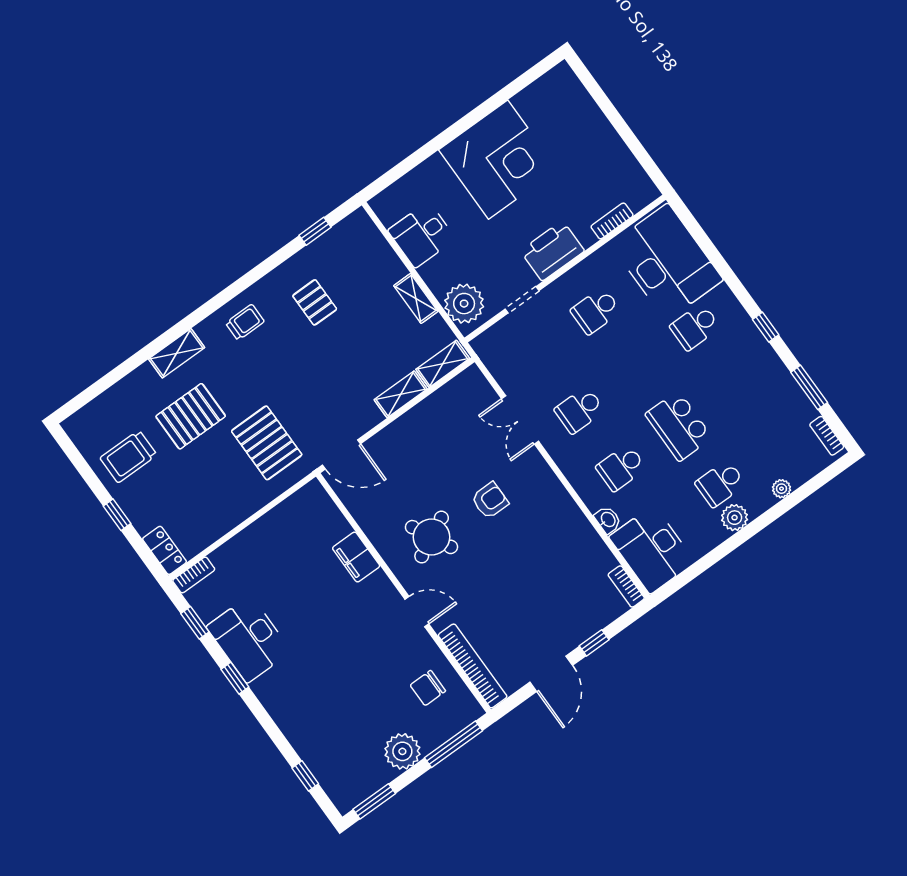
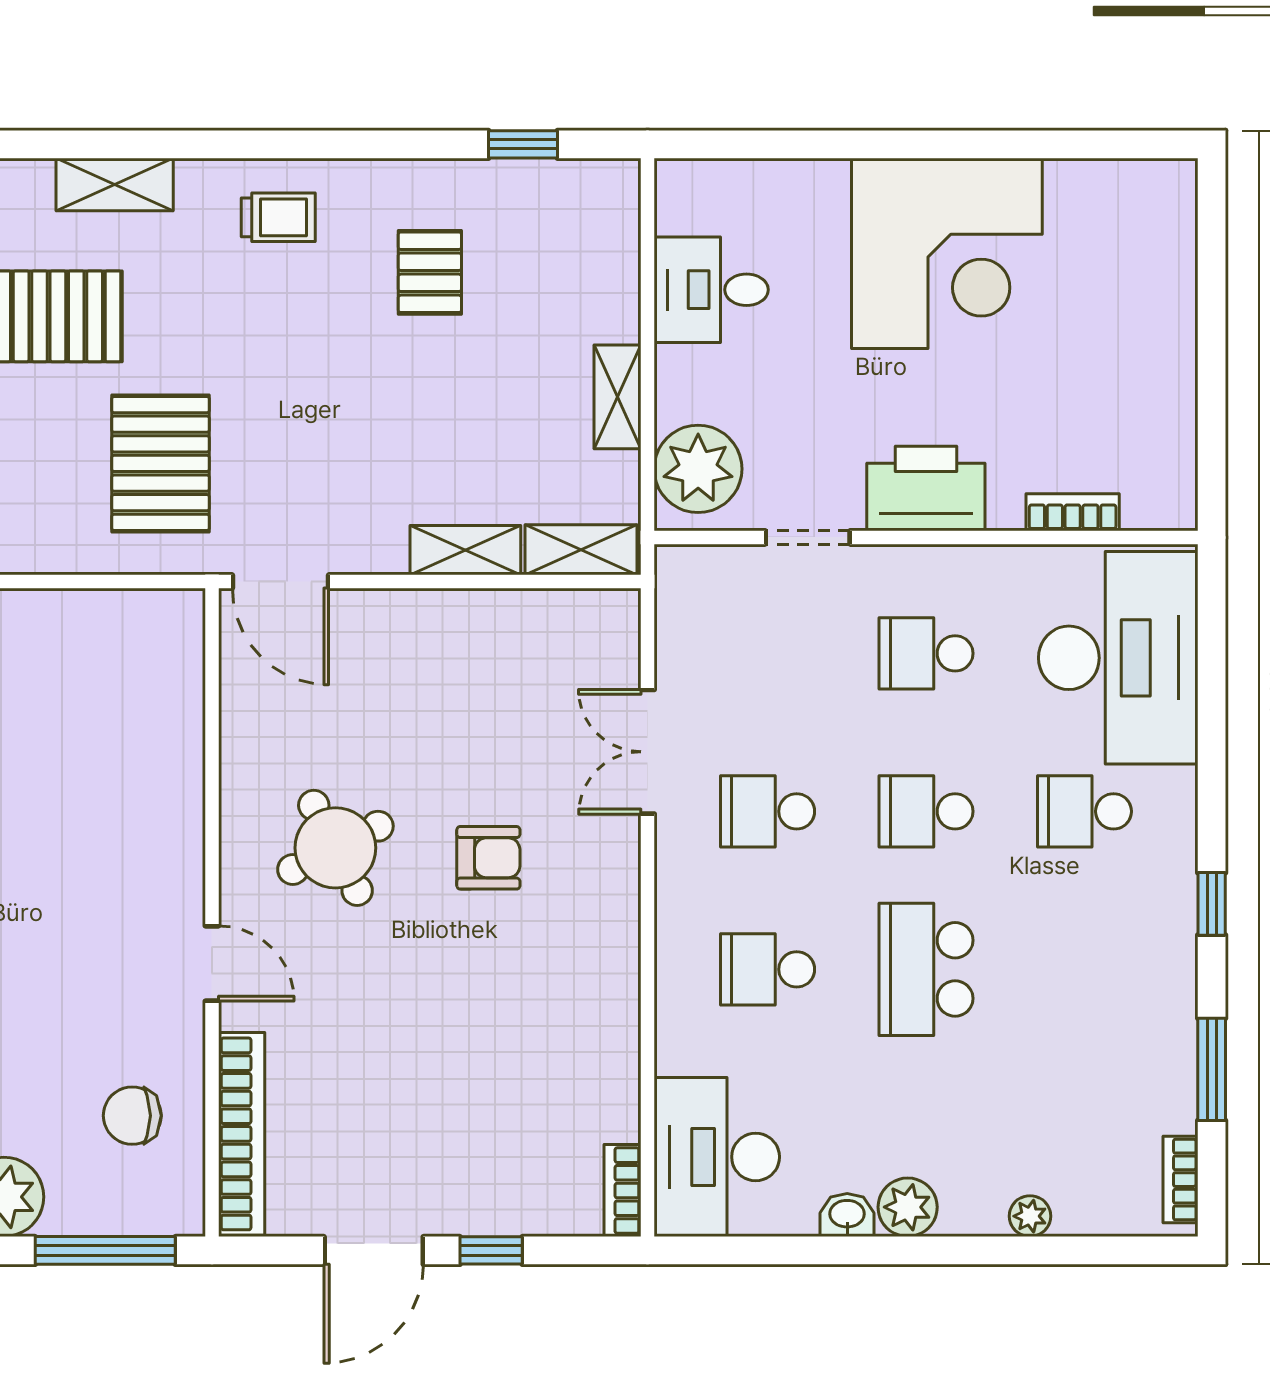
school desk: (720, 484) -> (926, 811), moved
washbasin: (608, 520) -> (847, 1215), moved, turned -90
filing cabinet: (356, 557) -> (173, 786), removed

